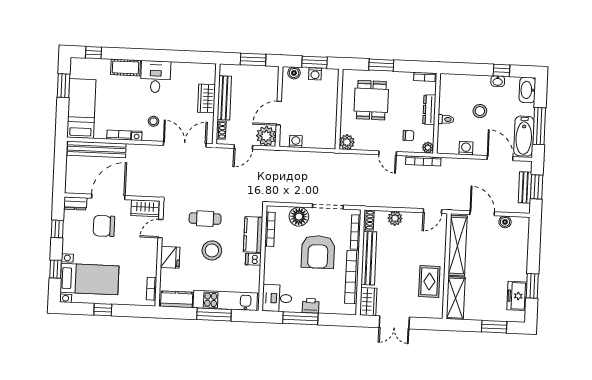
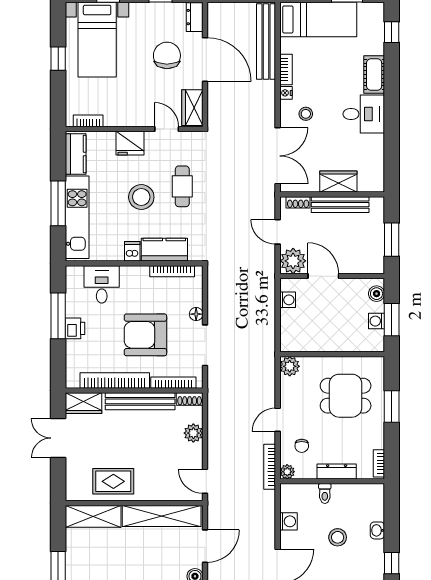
washbasin: (498, 81) -> (377, 530), moved
floor lamp: (299, 217) -> (196, 314), width x0.53, depth x0.53
desk: (277, 298) -> (102, 284), moved

